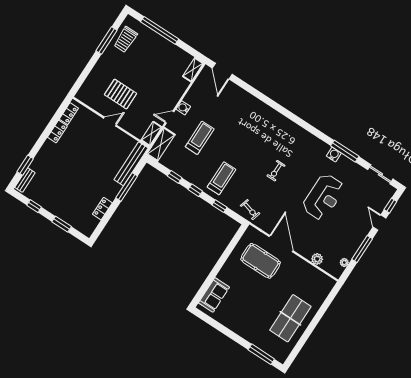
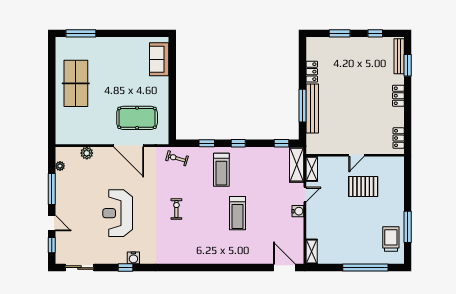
locker: (57, 132) -> (398, 96), moved
treadmill: (200, 138) -> (237, 213), moved
window: (345, 151) -> (125, 268), width x0.46
bench: (131, 164) -> (312, 108), moved
window: (175, 177) -> (281, 143), moved
bench: (25, 180) -> (399, 56), width x1.36

